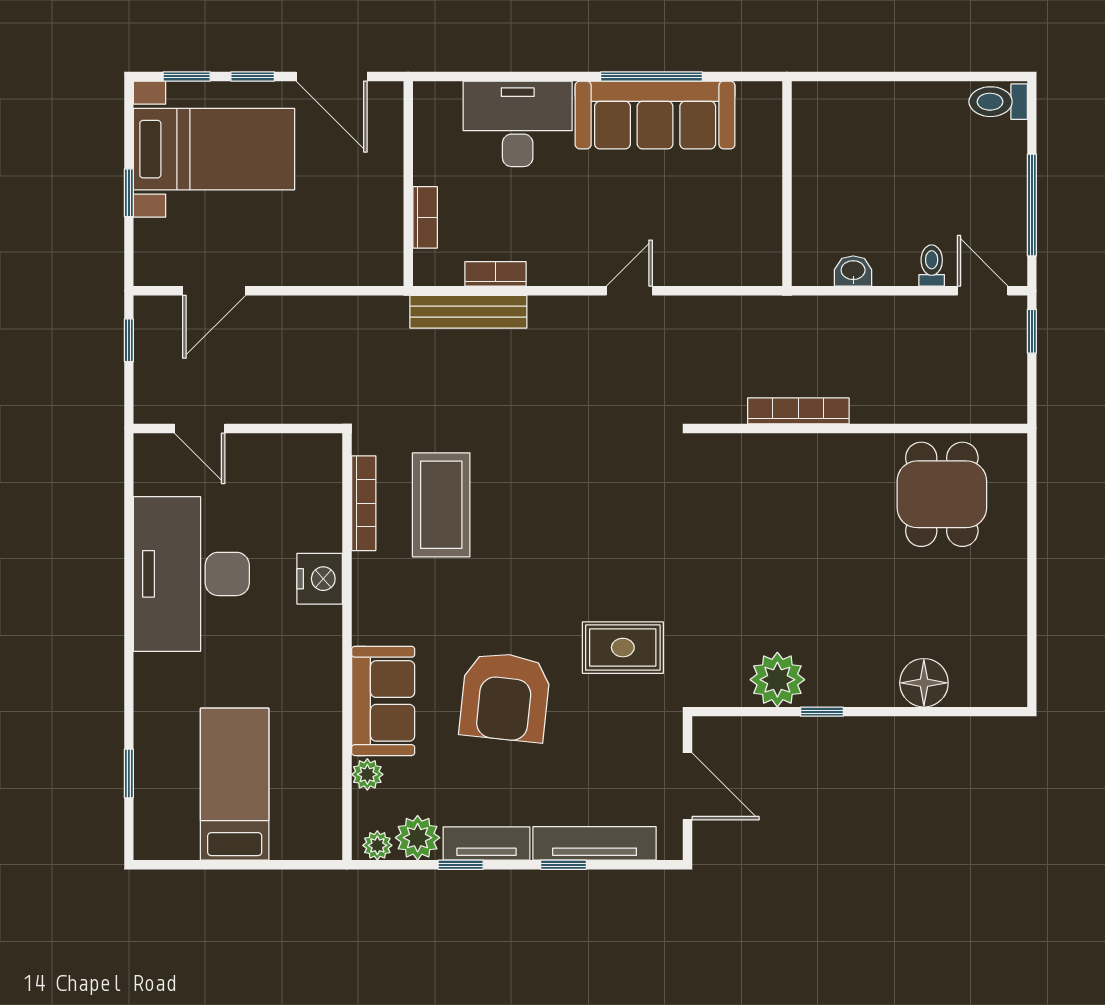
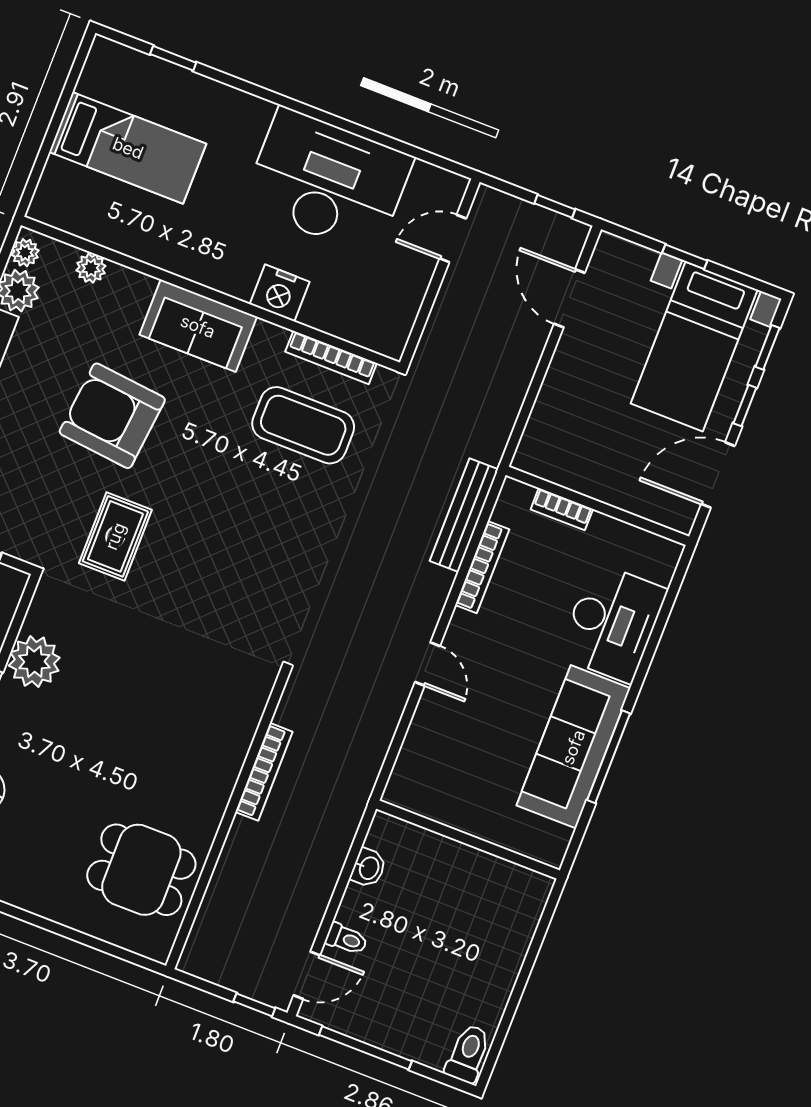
bookcase: (495, 274) -> (482, 567), width x1.56
sofa: (383, 701) -> (198, 326), moved

